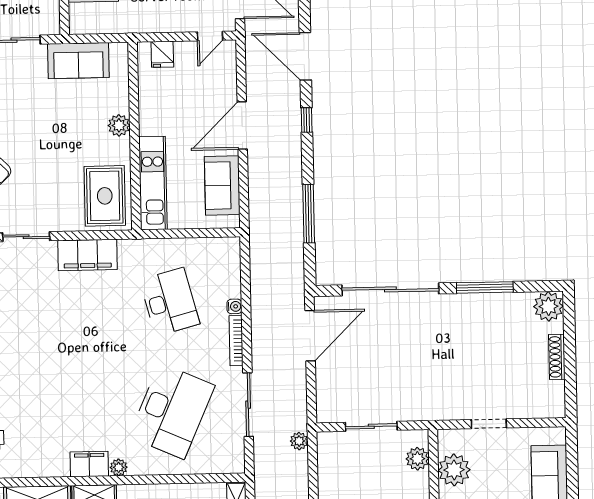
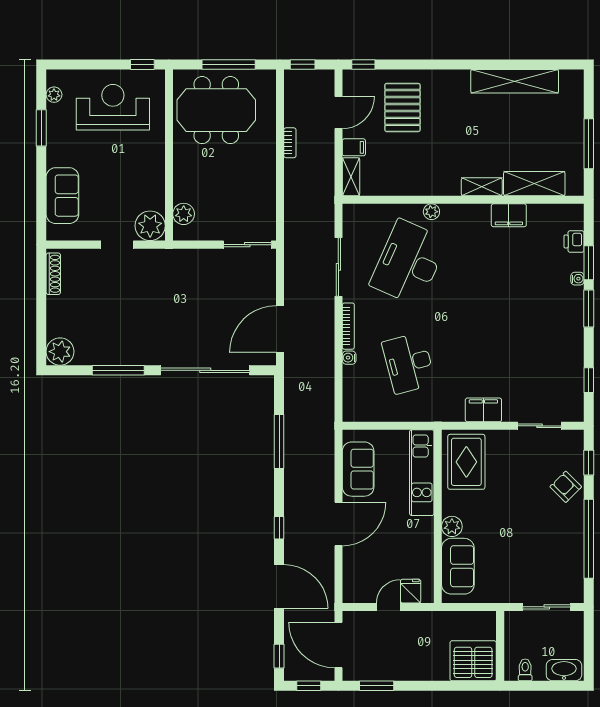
door: (210, 36) -> (388, 607), moved
sofa: (78, 61) -> (458, 566), moved, turned 90
filing cabinet: (87, 255) -> (483, 410), width x0.67, depth x0.86
shoe rack: (557, 357) -> (53, 274), moved
sliding door: (371, 426) -> (247, 245), moved
plant: (299, 441) -> (292, 232), removed
filing cabinet: (89, 464) -> (509, 215), moved
plant: (119, 467) -> (431, 212), moved
plant: (454, 470) -> (150, 226), moved

